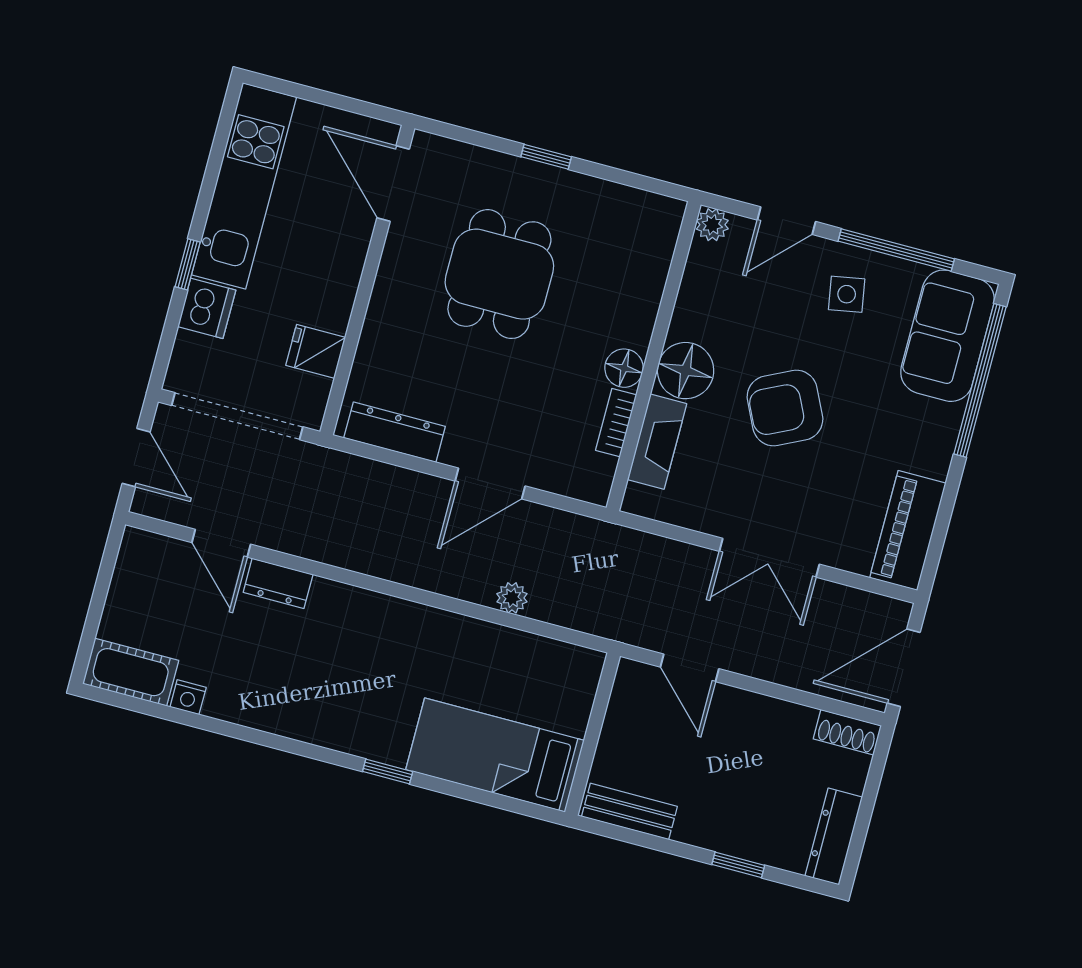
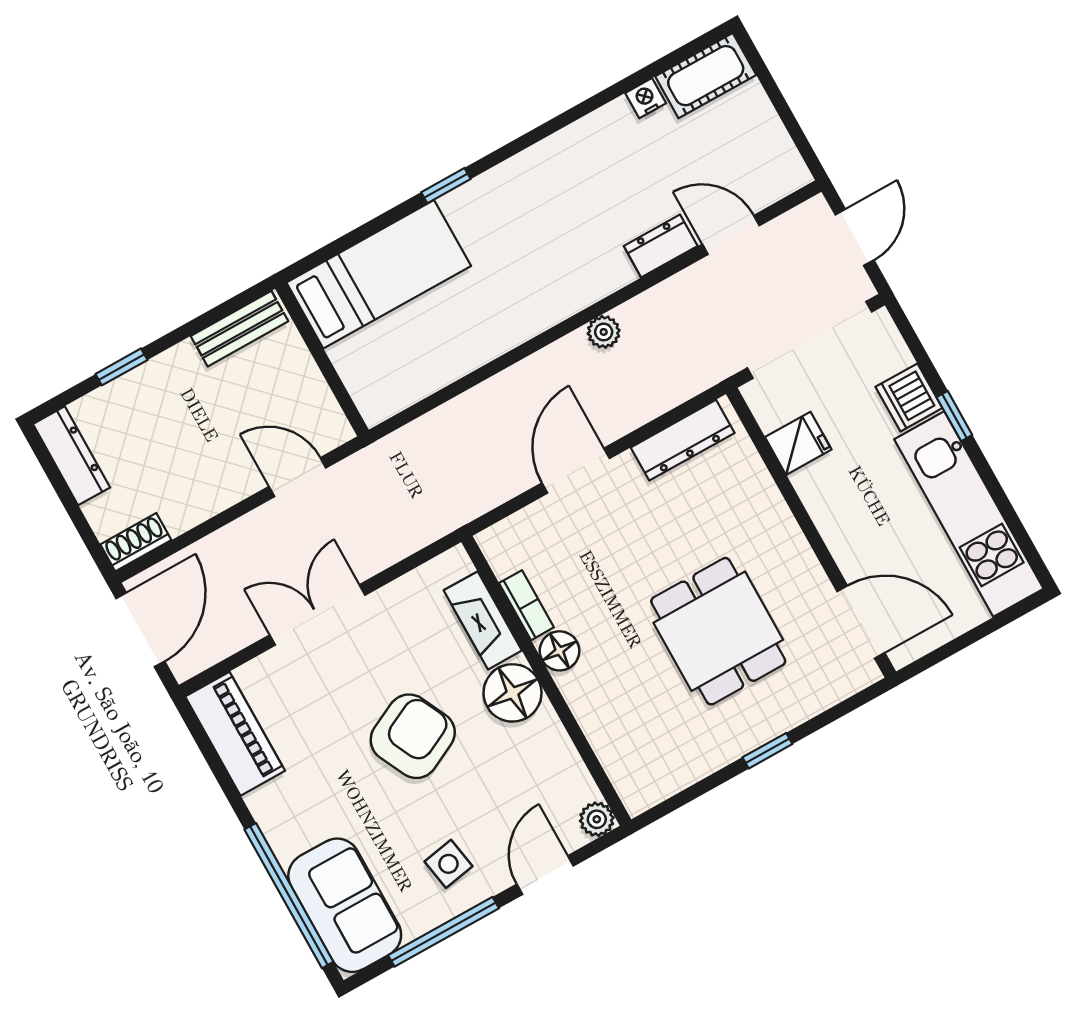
door: (136, 458) -> (855, 237), swing flipped
plant: (512, 598) -> (604, 332), moved

